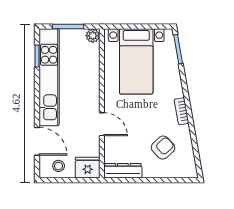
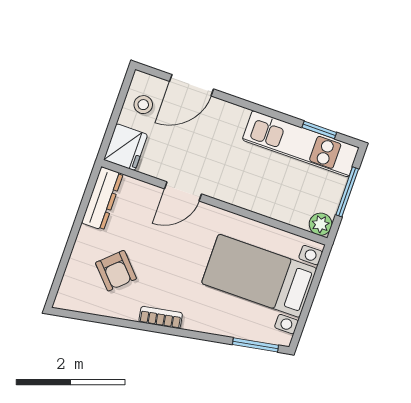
kitchen unit: (49, 77) -> (301, 144), width x0.73

